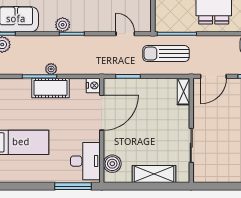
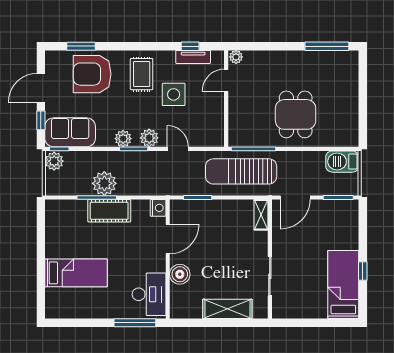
plant: (86, 24) -> (149, 138), added
door: (125, 34) -> (178, 149), moved
sun lounger: (166, 54) -> (241, 171), width x1.36, depth x1.34
plant: (51, 69) -> (104, 183), width x1.88, depth x1.88
door: (102, 113) -> (168, 239), width x0.73
boiler: (112, 164) -> (180, 274), moved

